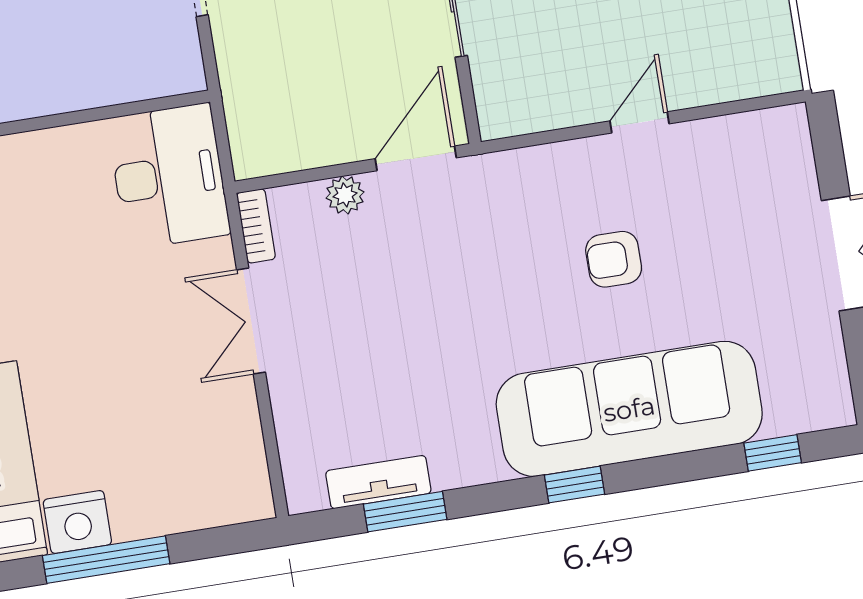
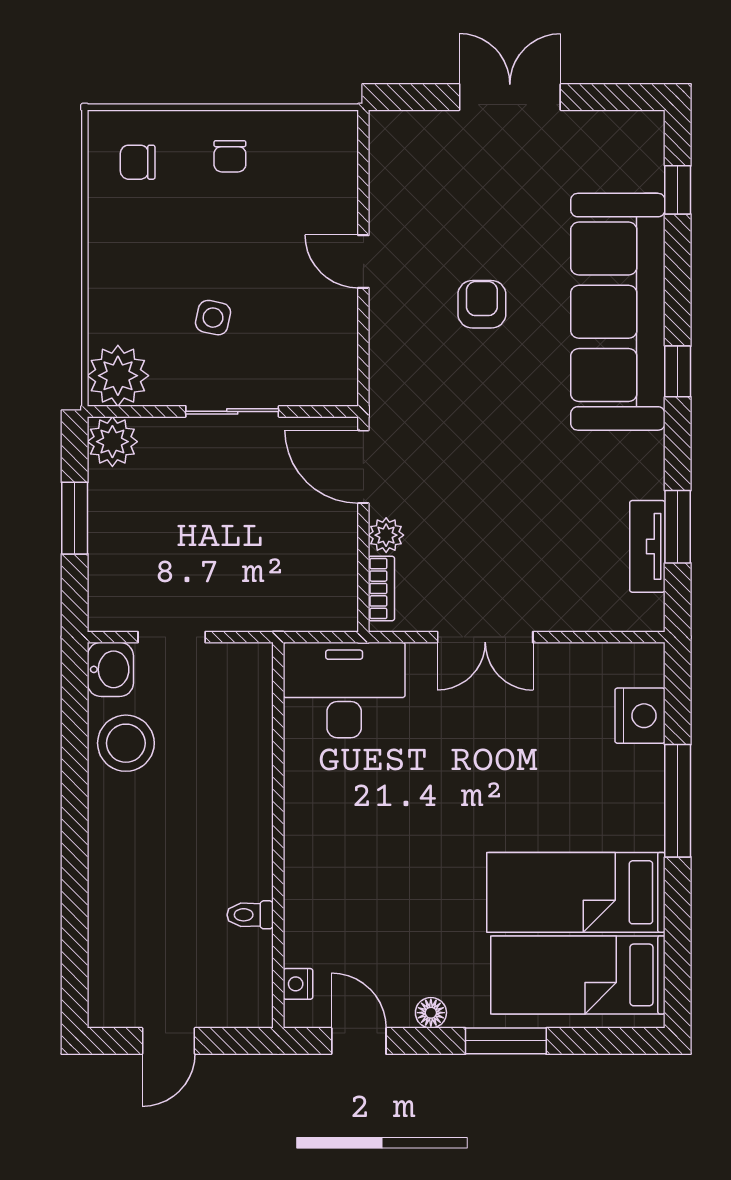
bookcase: (256, 226) -> (381, 588), moved, turned 90
armchair: (614, 259) -> (482, 304), turned 180
nightstand: (77, 522) -> (640, 716), moved

